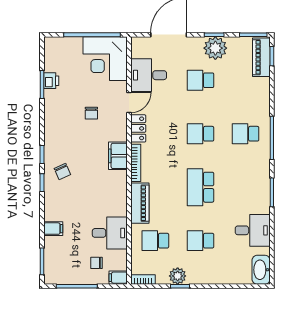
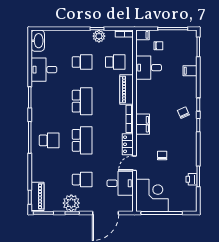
school desk: (200, 134) -> (82, 140), width x1.85

